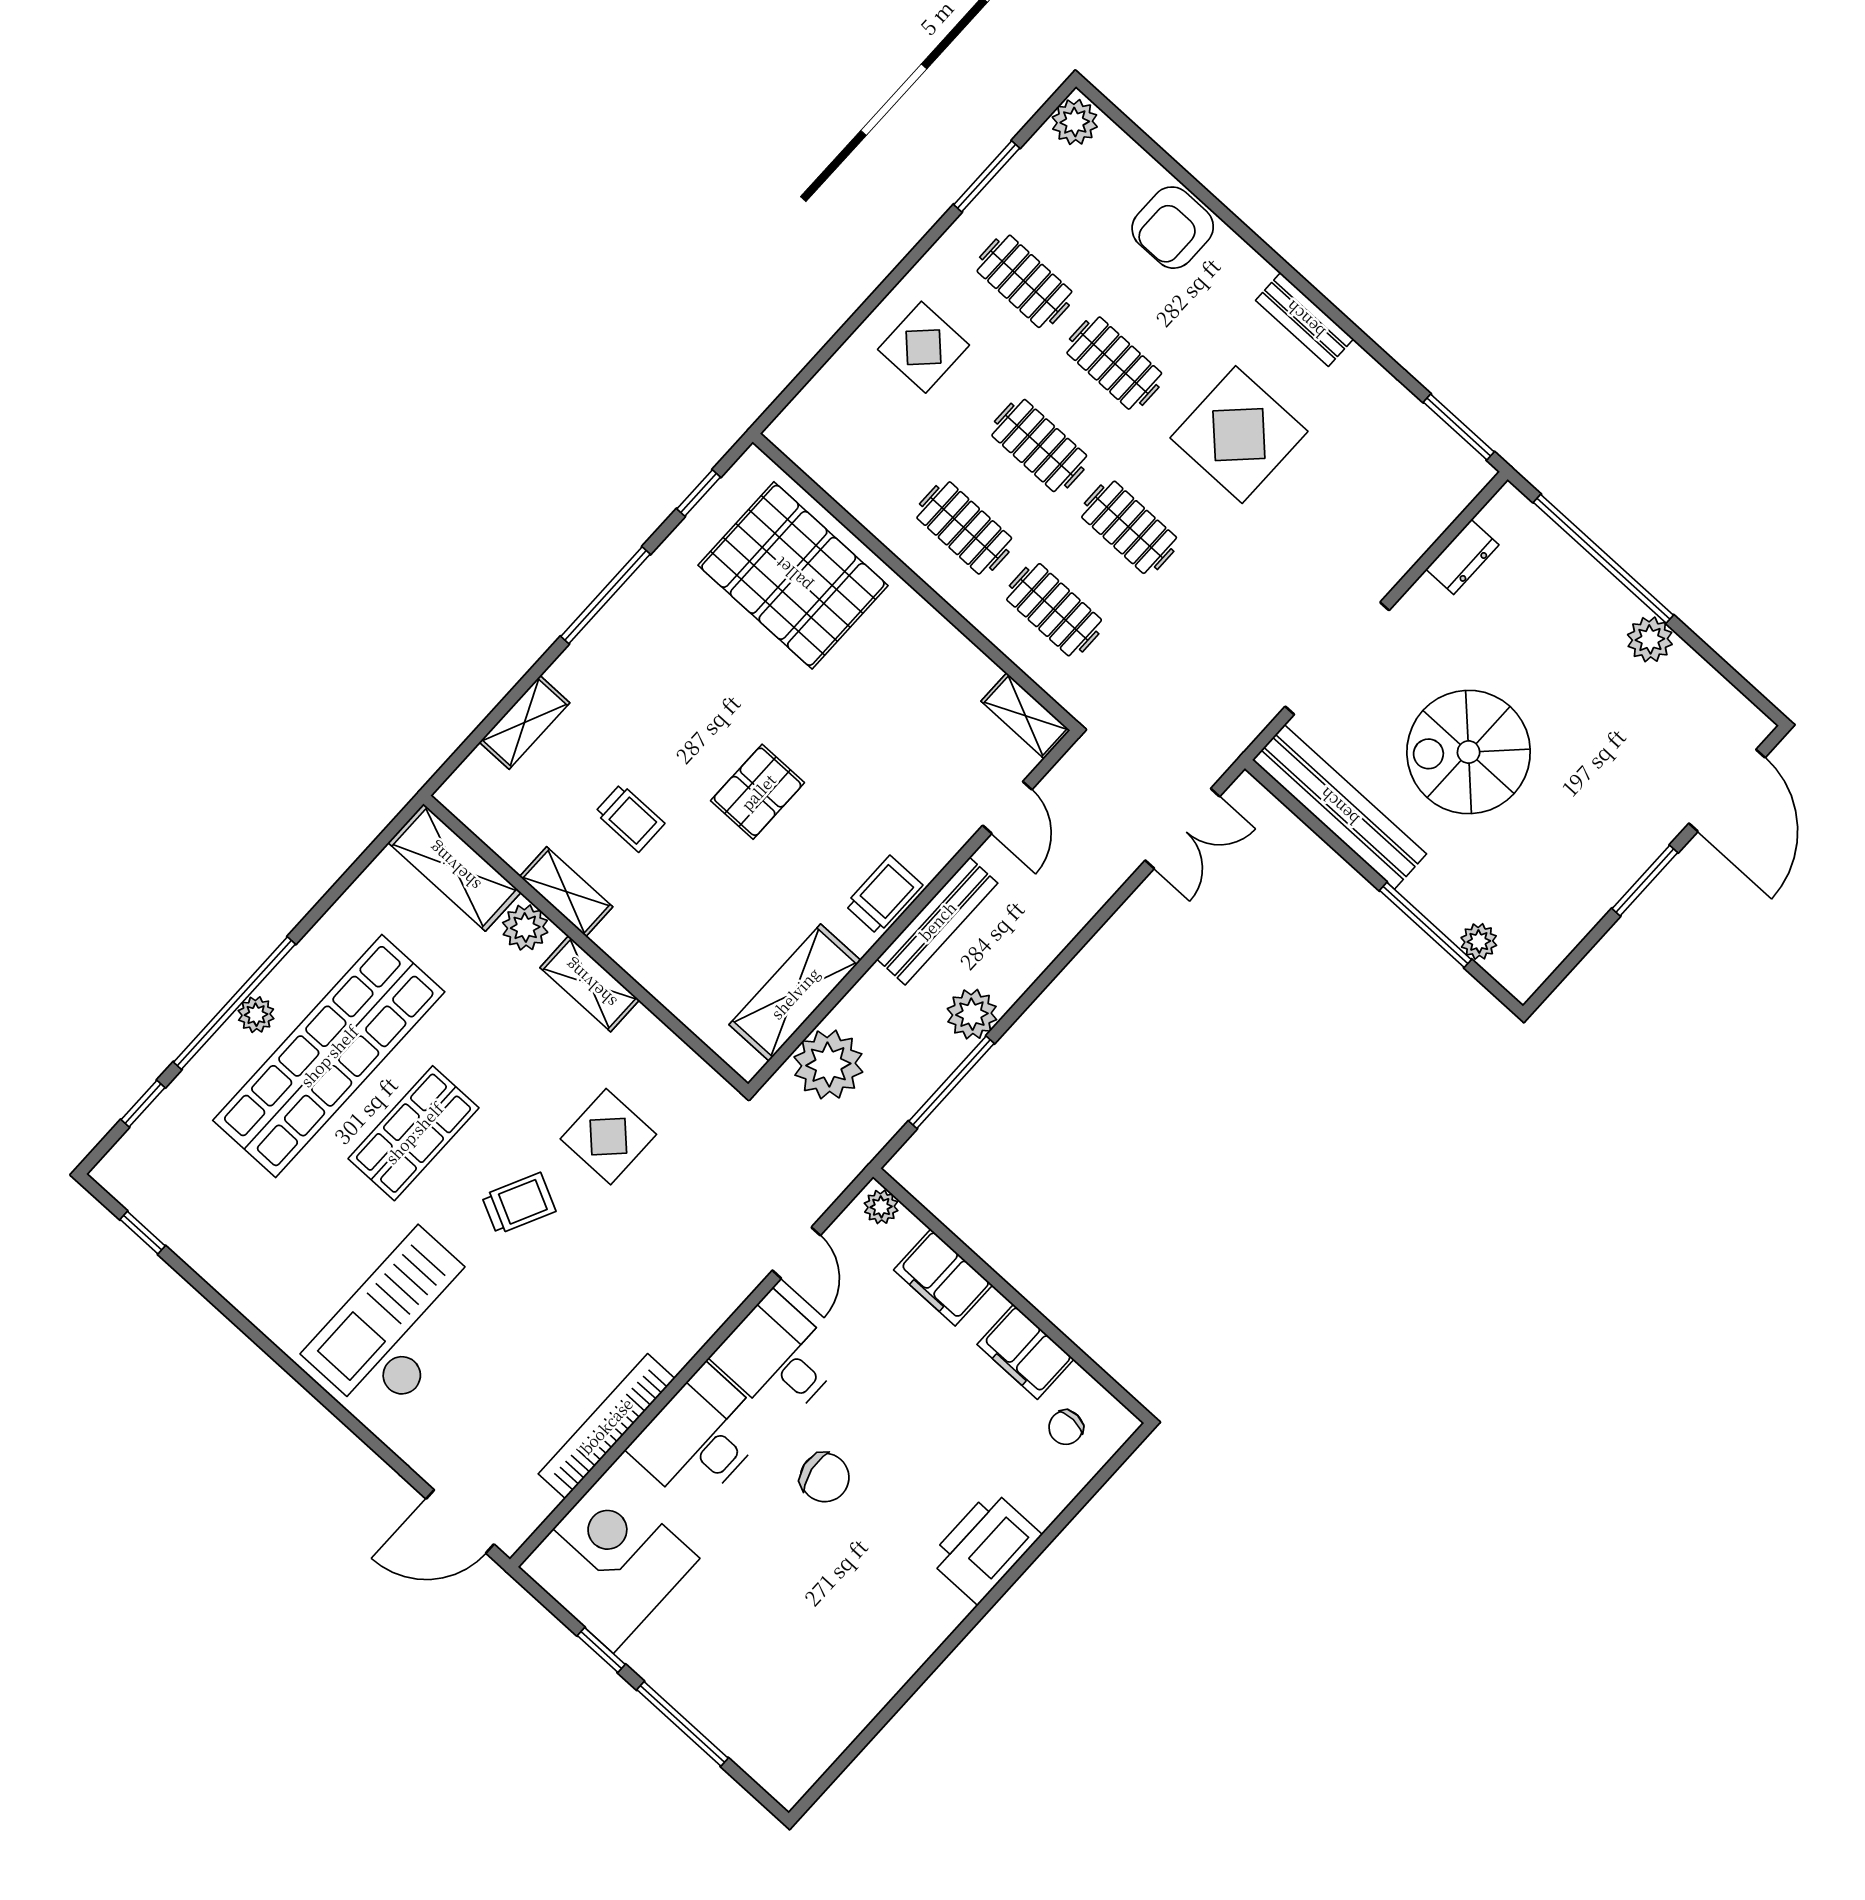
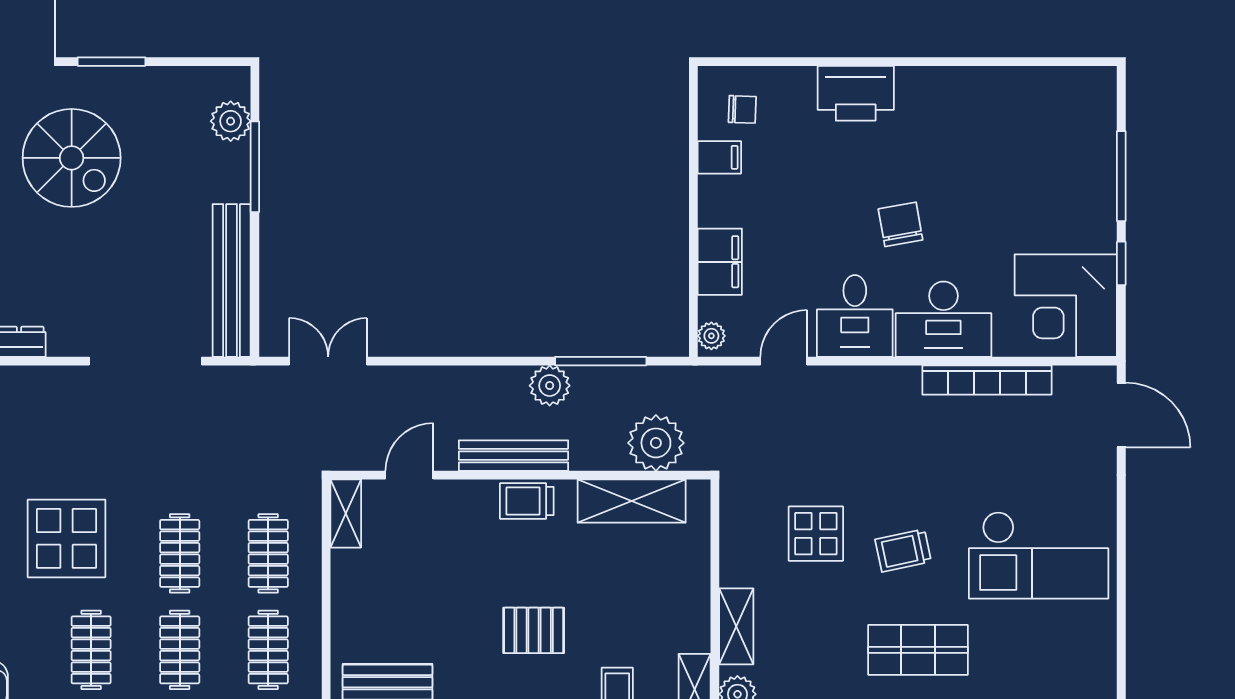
spiral stairs: (1469, 752) -> (72, 158), moved
plant: (1479, 941) -> (231, 121), width x1.38, depth x1.38
trolley: (519, 1203) -> (903, 551), turned -38
filing cabinet: (1025, 1352) -> (719, 157), width x0.50

